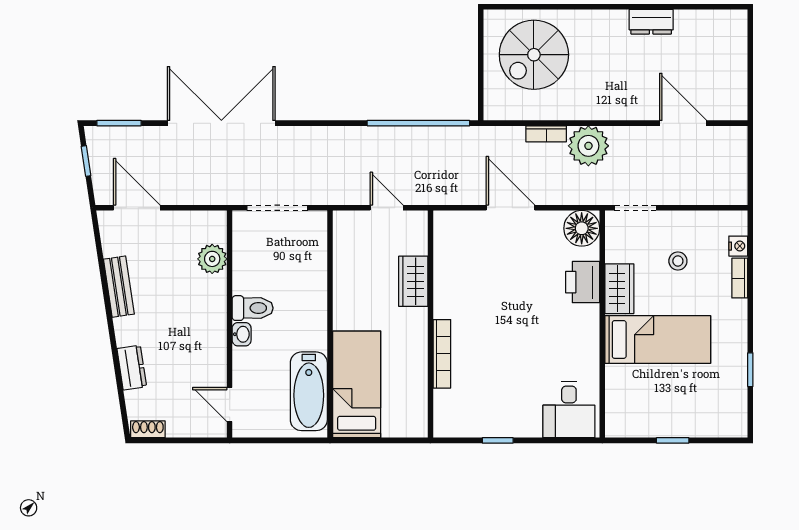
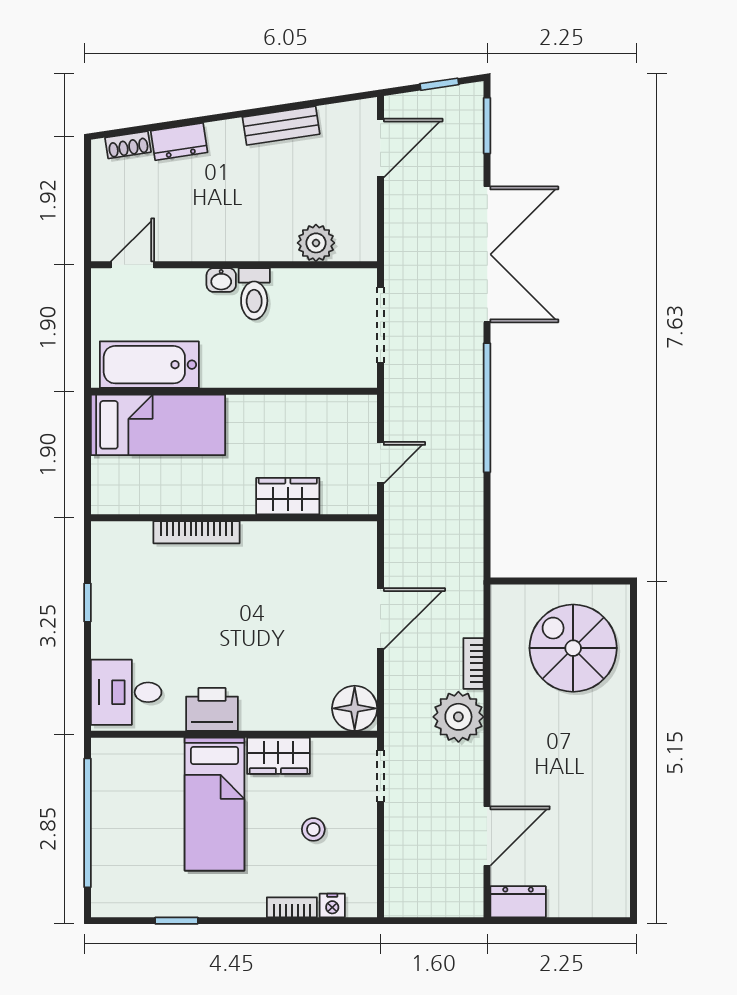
dresser: (651, 22) -> (518, 902), moved, turned 90
window: (418, 123) -> (487, 408), moved
printer: (583, 282) -> (212, 709), moved
shoe rack: (148, 429) -> (128, 145), moved, turned 81
window: (673, 440) -> (87, 823), width x3.17

